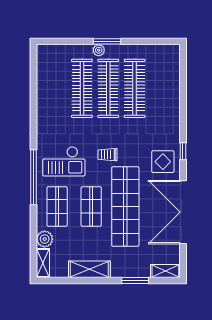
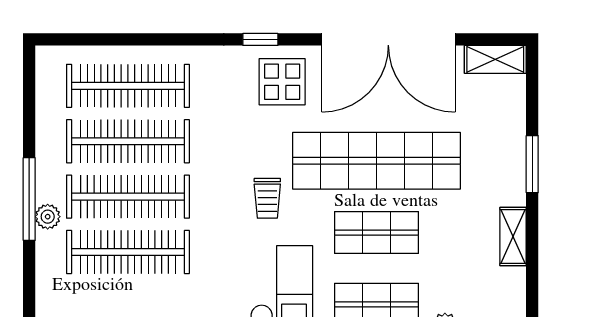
window: (107, 41) -> (29, 199), width x1.44
clothes rail: (161, 88) -> (128, 86), added
shelving: (89, 269) -> (513, 236), width x0.67, depth x0.75
shelving: (165, 271) -> (495, 59), moved, turned 90
window: (135, 280) -> (532, 164), moved

